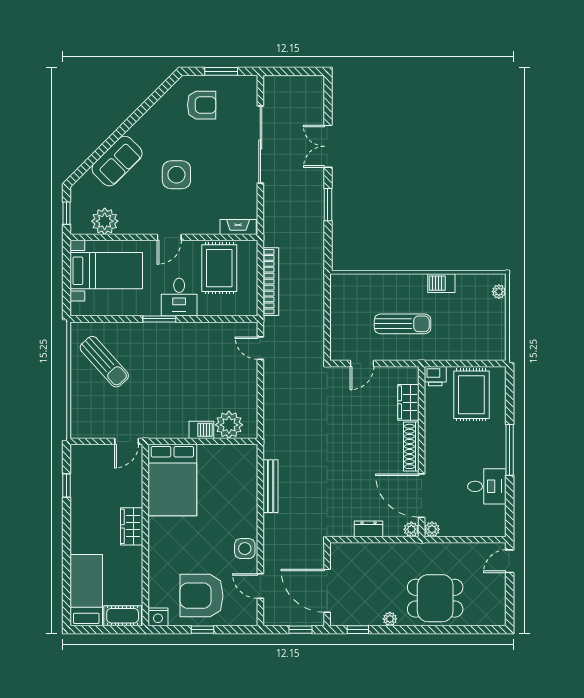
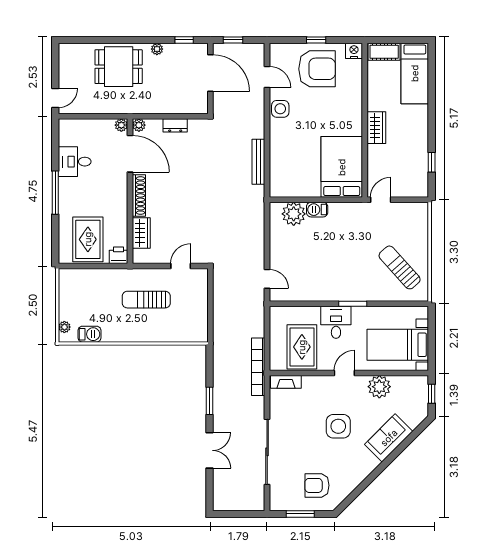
plant: (105, 221) -> (379, 387), moved
bookcase: (271, 282) -> (258, 367), moved
barbecue: (441, 283) -> (89, 334), moved

